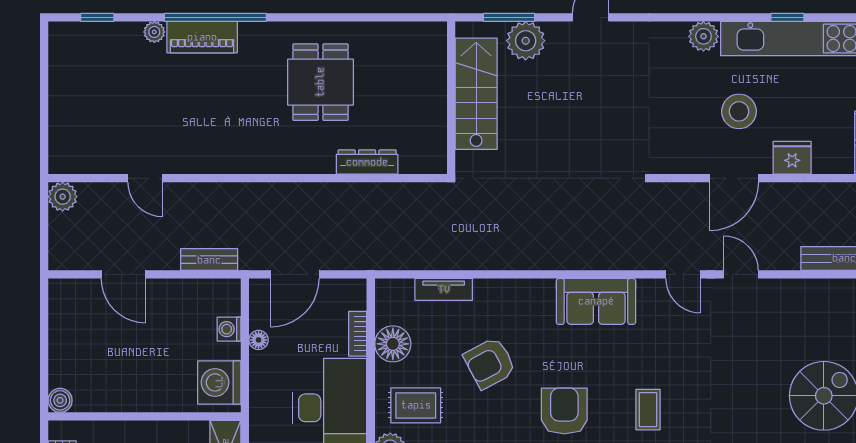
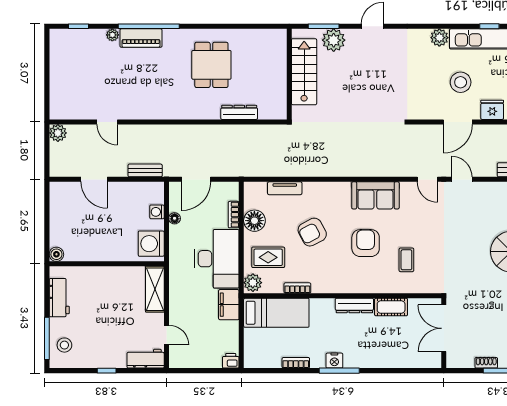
armchair: (564, 411) -> (366, 243), moved

